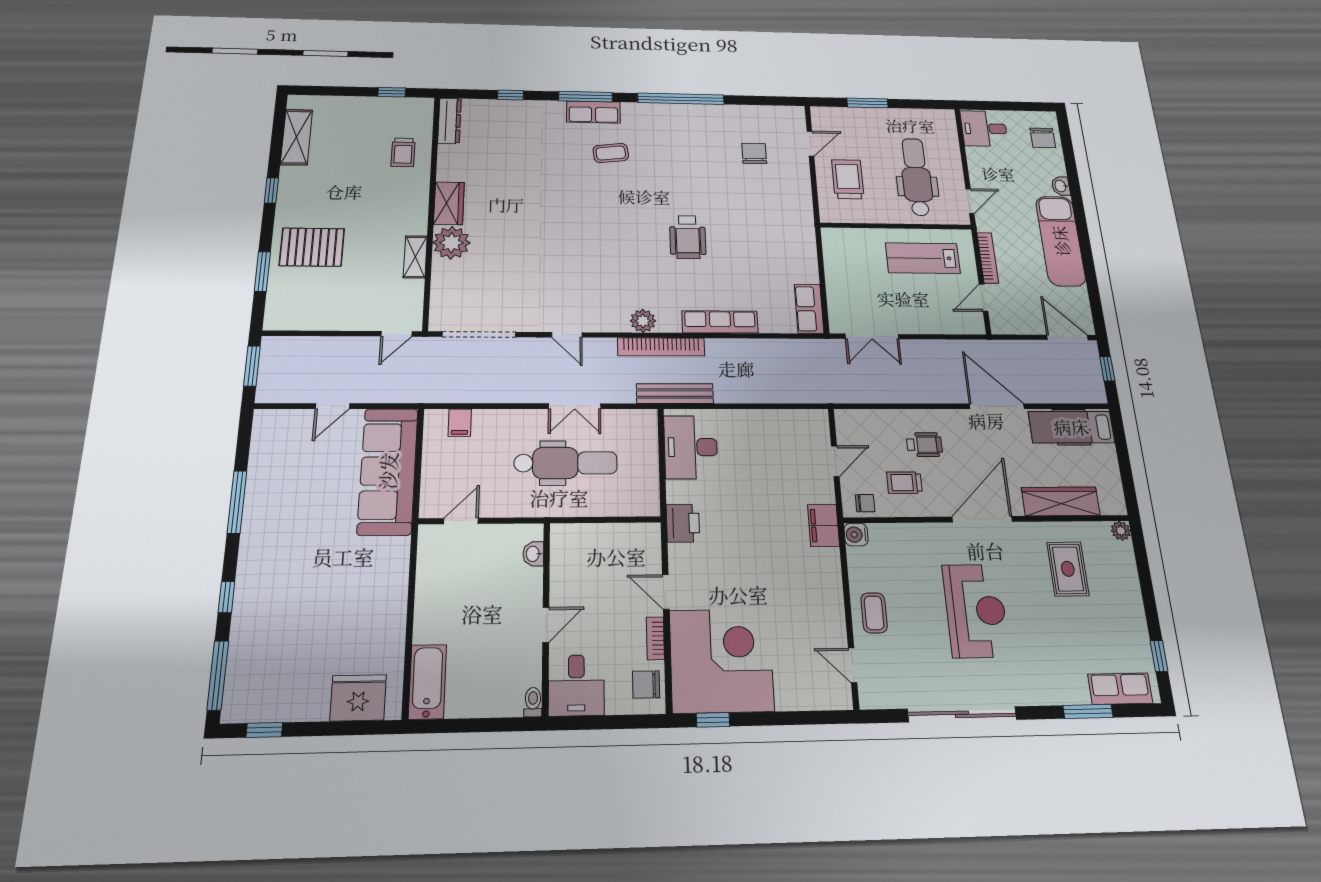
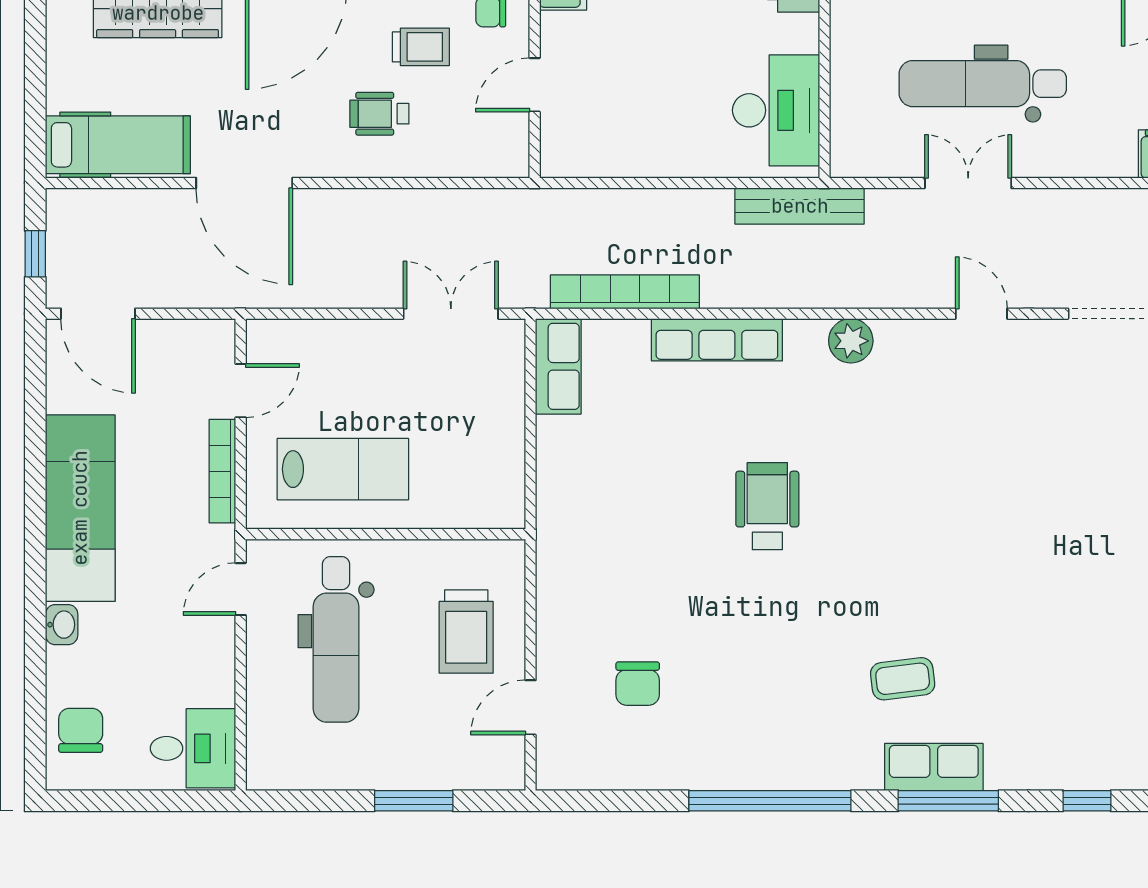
bookcase: (661, 347) -> (625, 292), moved

